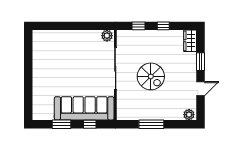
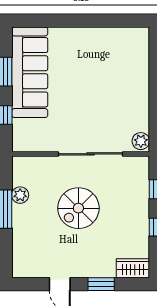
sofa: (84, 108) -> (30, 72), moved
plant: (189, 115) -> (20, 195), moved

